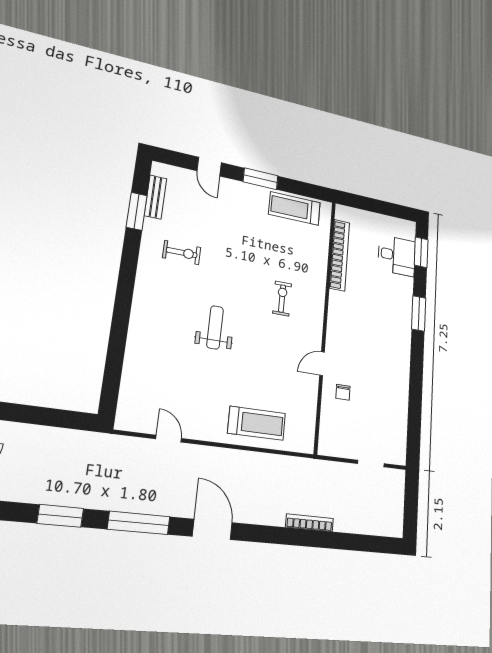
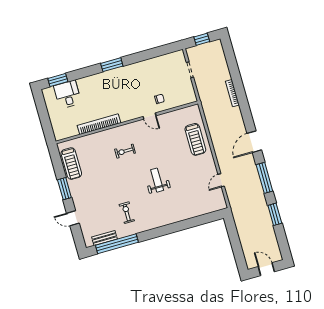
door: (209, 167) -> (73, 218), swing flipped
window: (137, 211) -> (117, 244), width x2.11
bookcase: (339, 255) -> (99, 124), moved
window: (419, 313) -> (112, 65), moved
weight bench: (215, 327) -> (157, 180), turned 90
treadmill: (257, 423) -> (195, 139), turned 180
window: (411, 505) -> (202, 39), added

